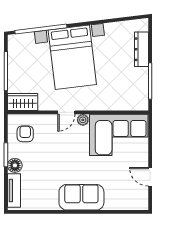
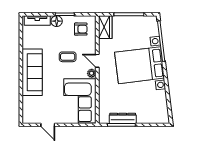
dresser: (141, 49) -> (123, 118), moved
coffee table: (61, 151) -> (68, 57), added
door: (150, 177) -> (48, 125), swing flipped
sofa: (81, 197) -> (32, 72), width x1.36

